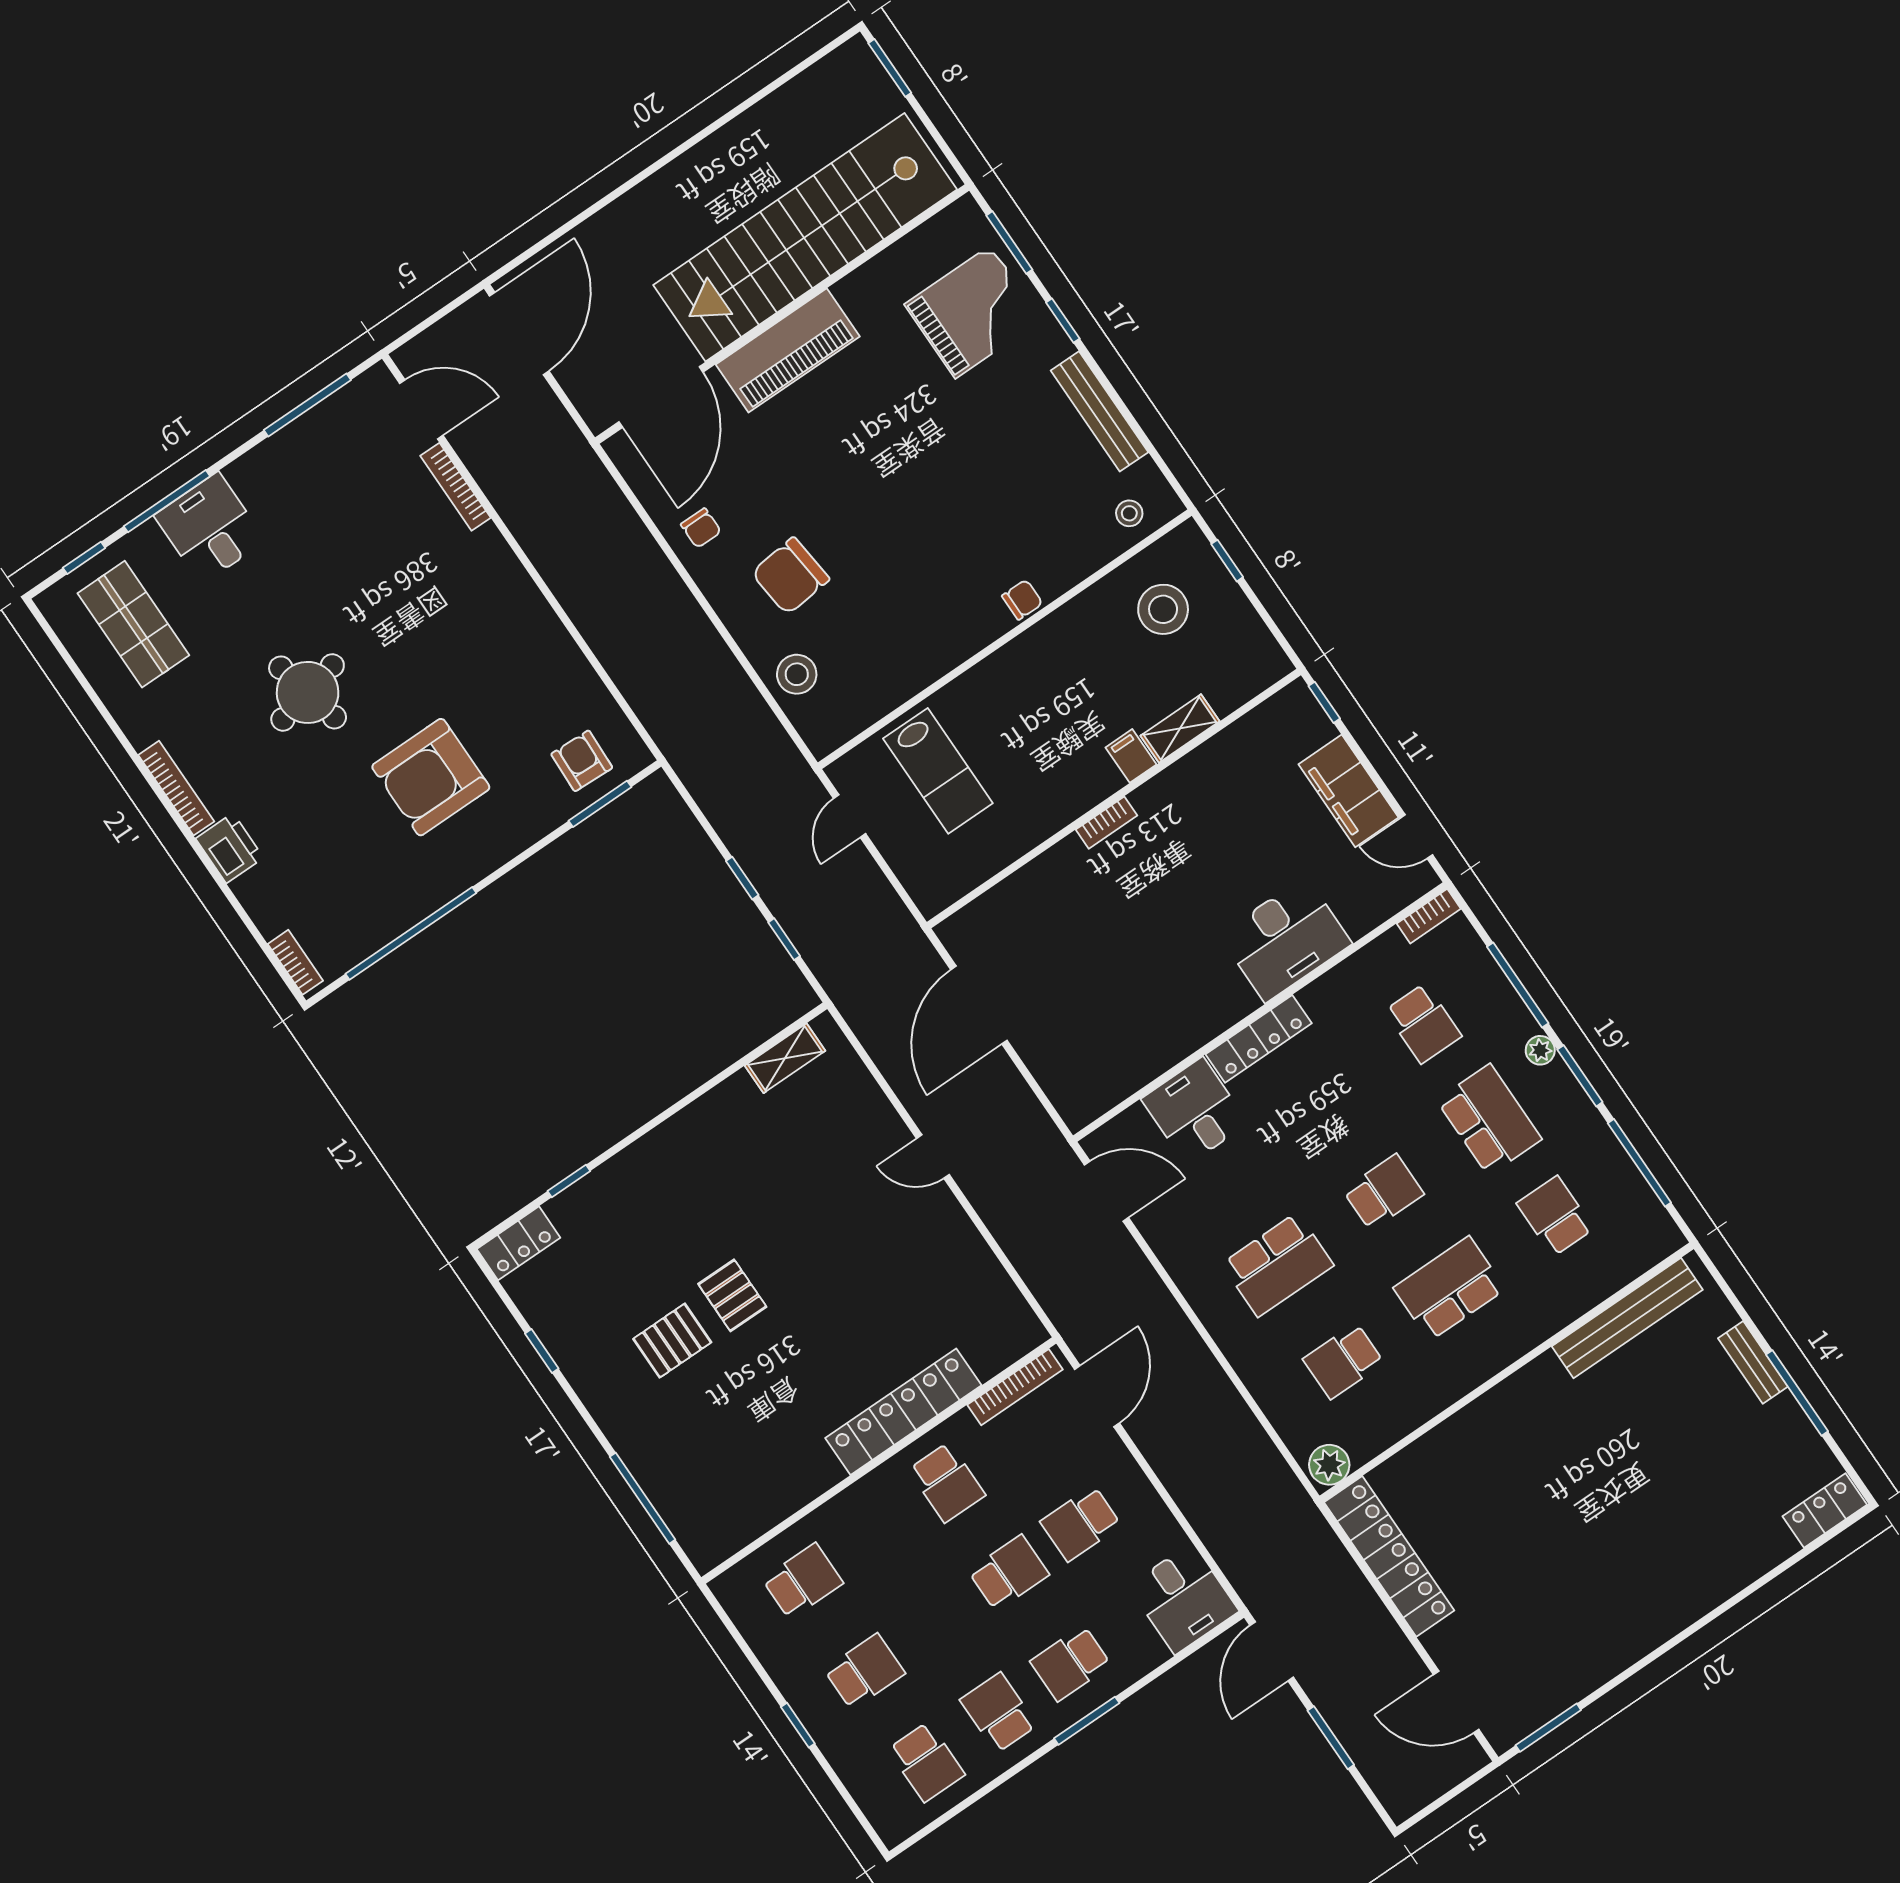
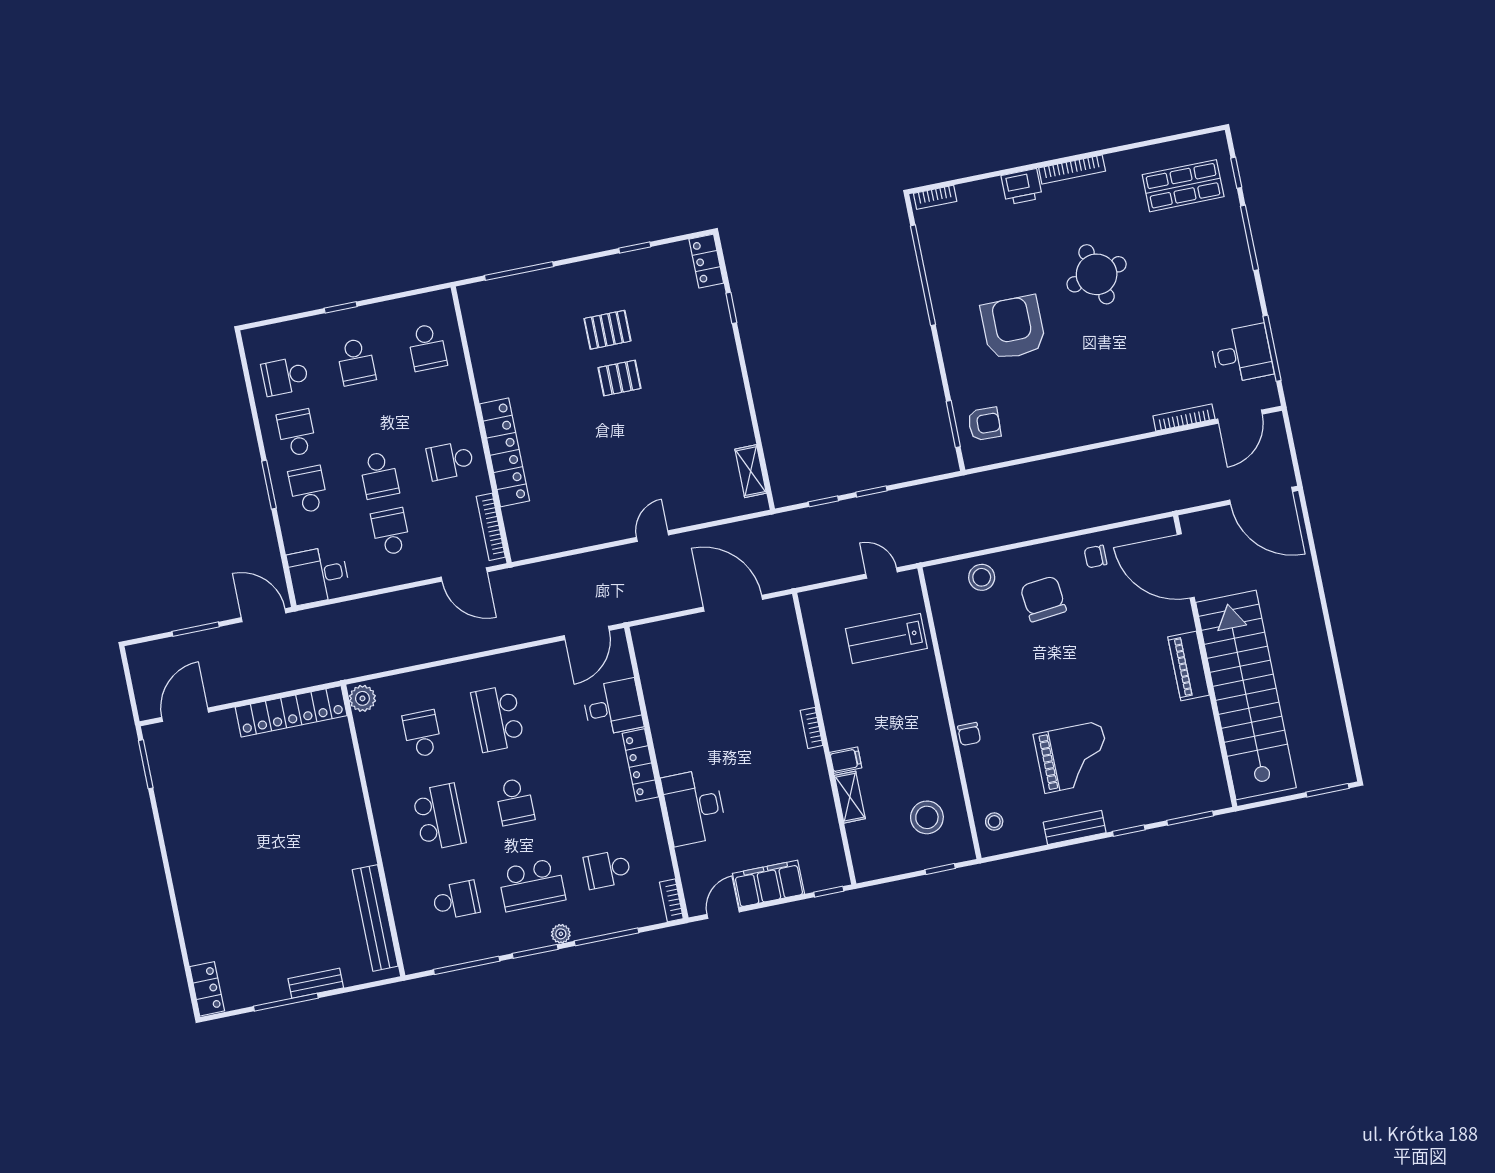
grand piano: (973, 312) -> (1073, 757), moved, turned -90
piano: (788, 350) -> (1189, 666), width x0.73, depth x0.75
bench: (1099, 411) -> (1075, 827), width x0.73
desk: (210, 528) -> (1242, 354), moved
pallet: (672, 1341) -> (607, 330), turned 90
school desk: (999, 1713) -> (297, 433), turned -90

